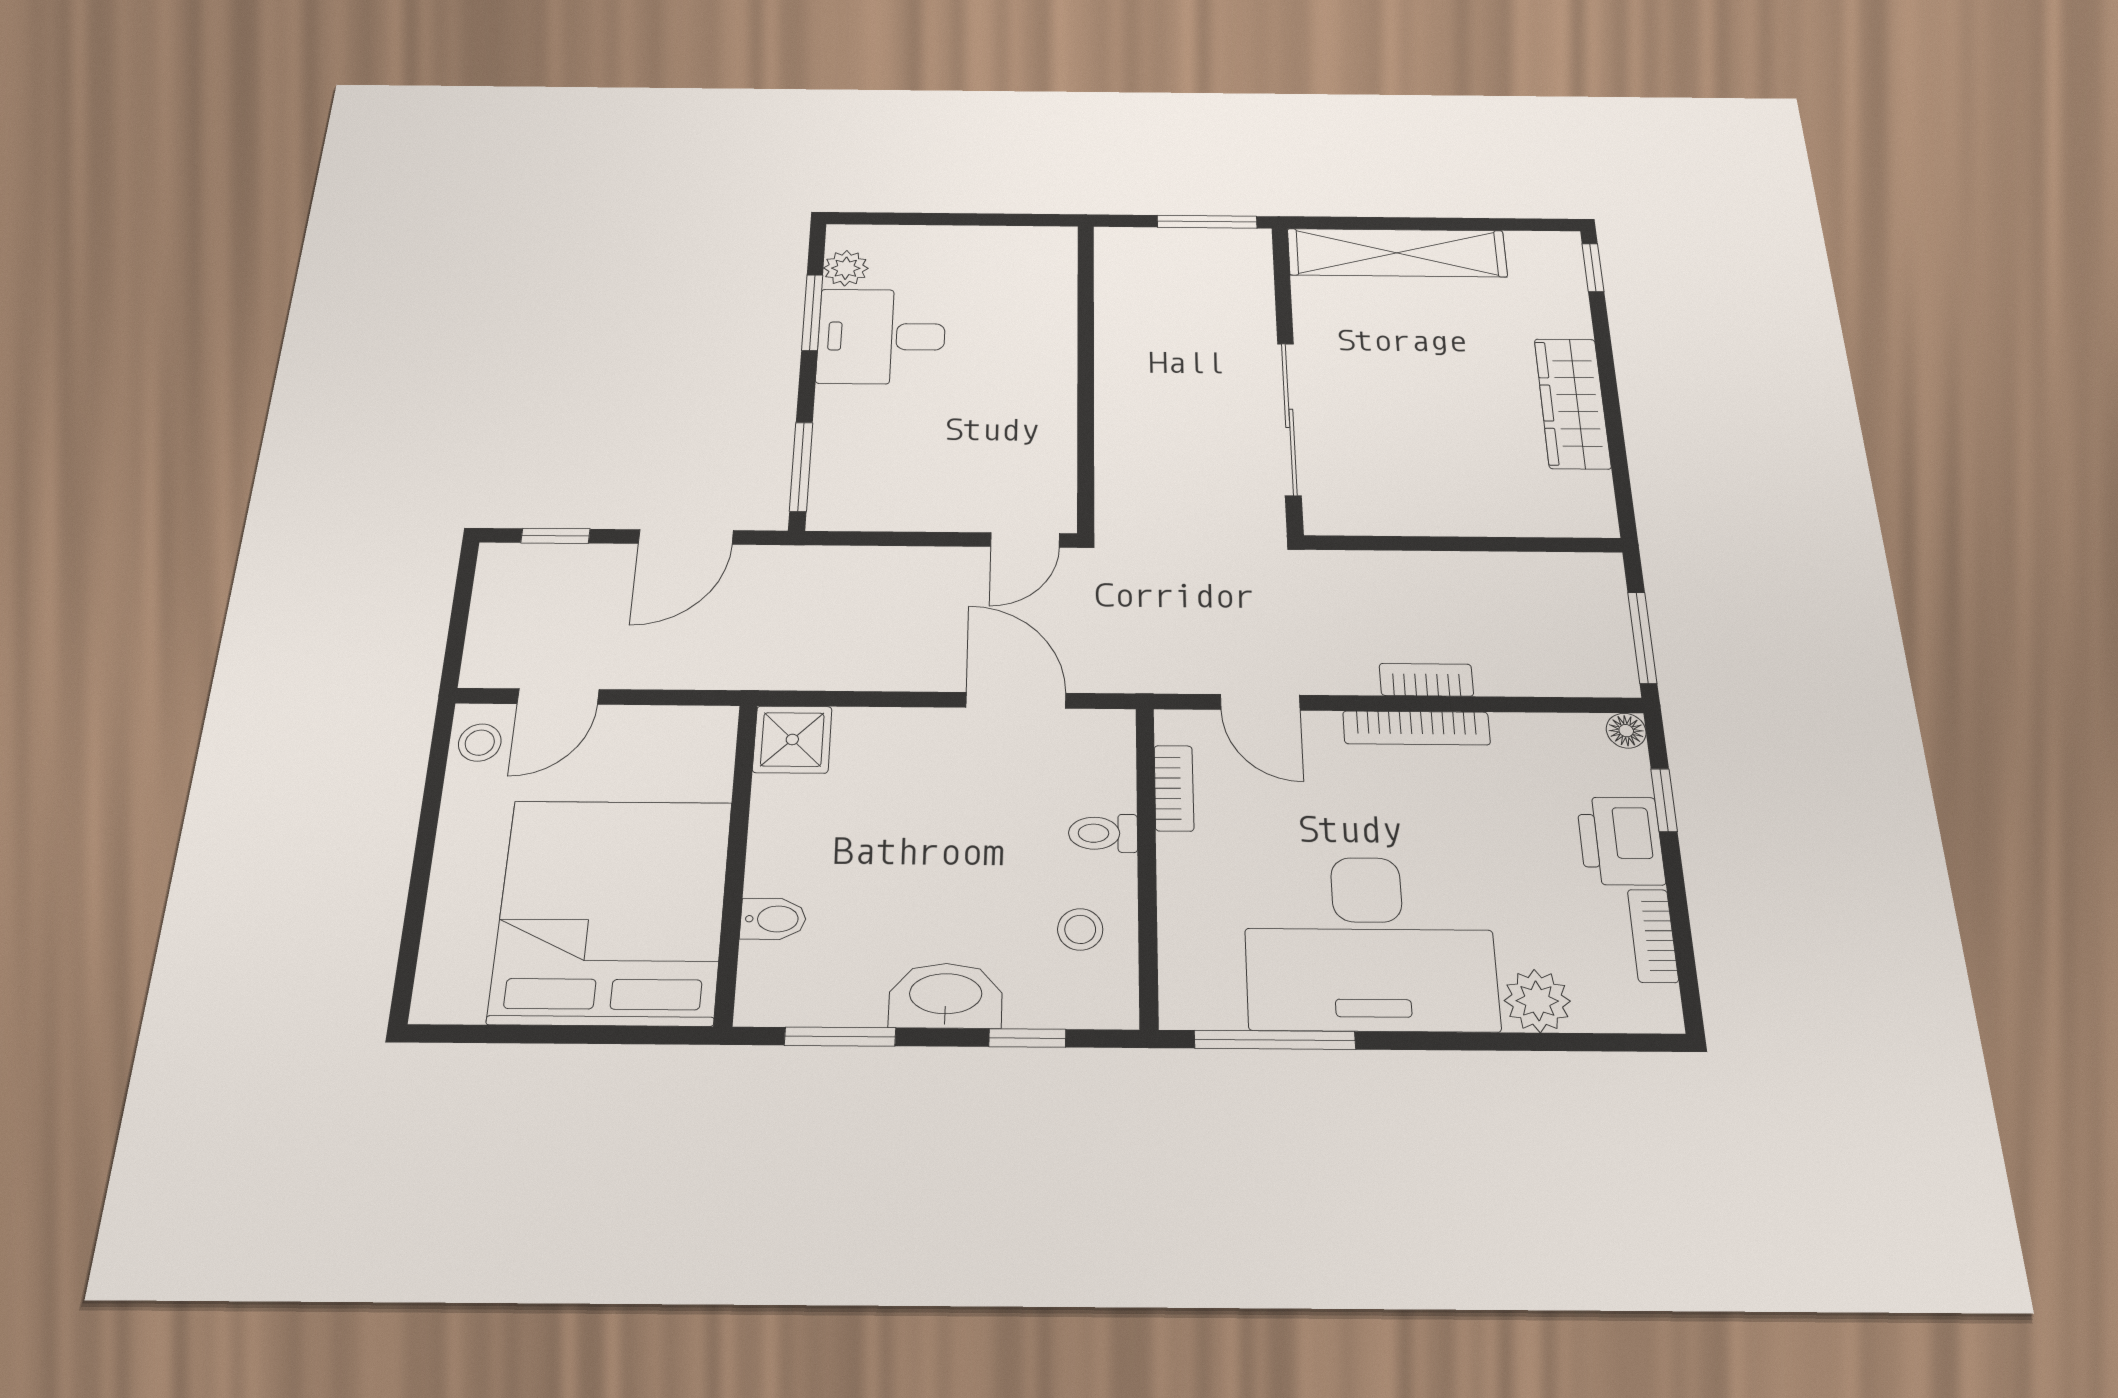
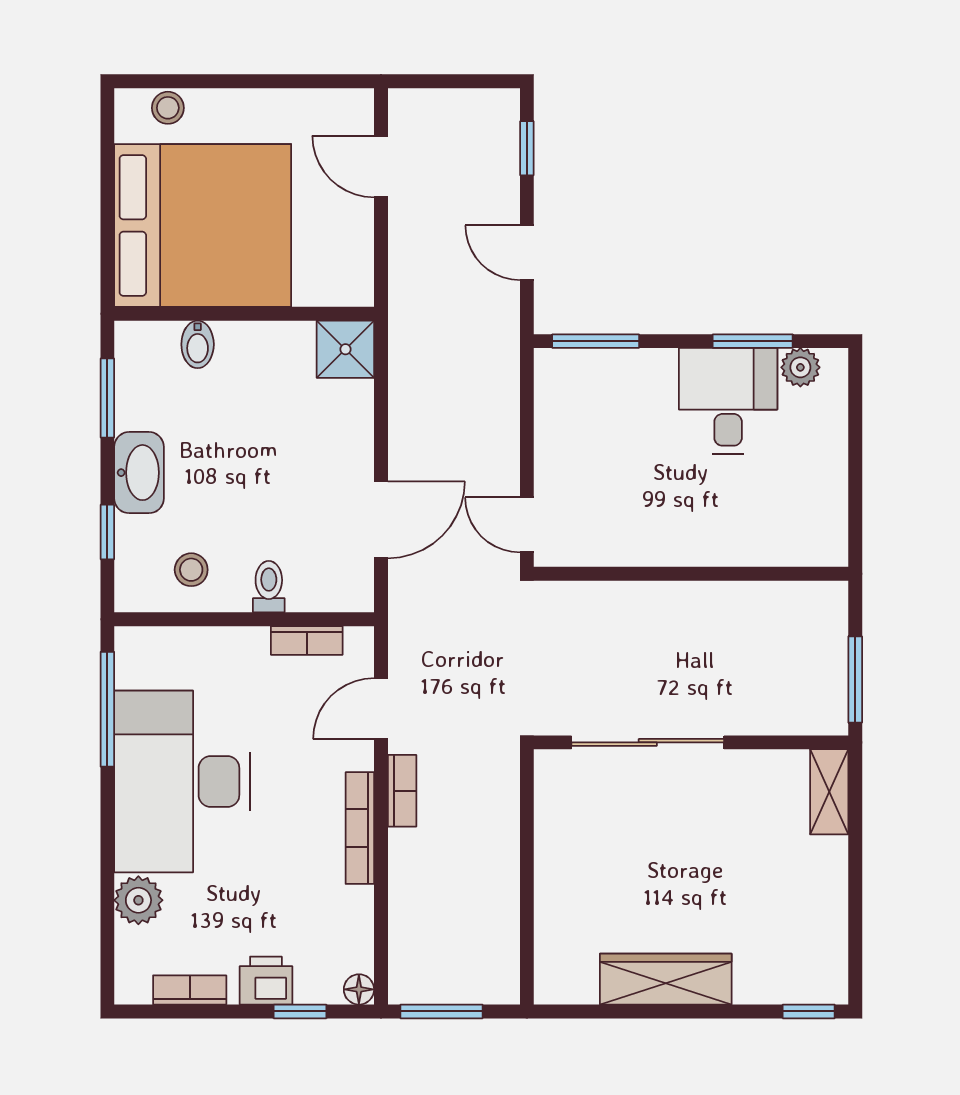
shelving: (1397, 253) -> (829, 792), width x0.45, depth x0.75
door: (686, 537) -> (527, 253), width x0.73
bookcase: (1426, 680) -> (402, 791), moved
stool: (480, 743) -> (168, 108), moved
printer: (1621, 841) -> (266, 981), width x0.73, depth x0.81

